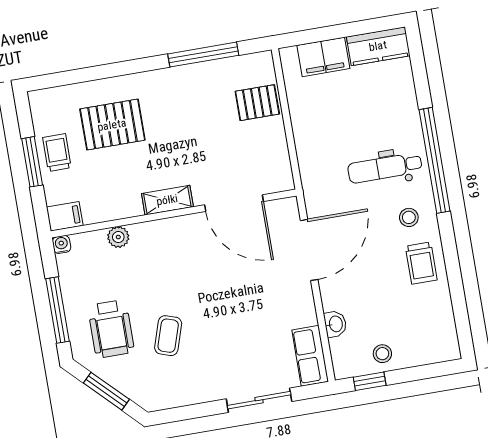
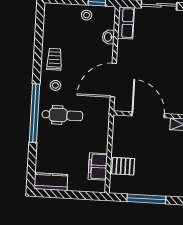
filing cabinet: (323, 57) -> (98, 166), moved, turned -90

